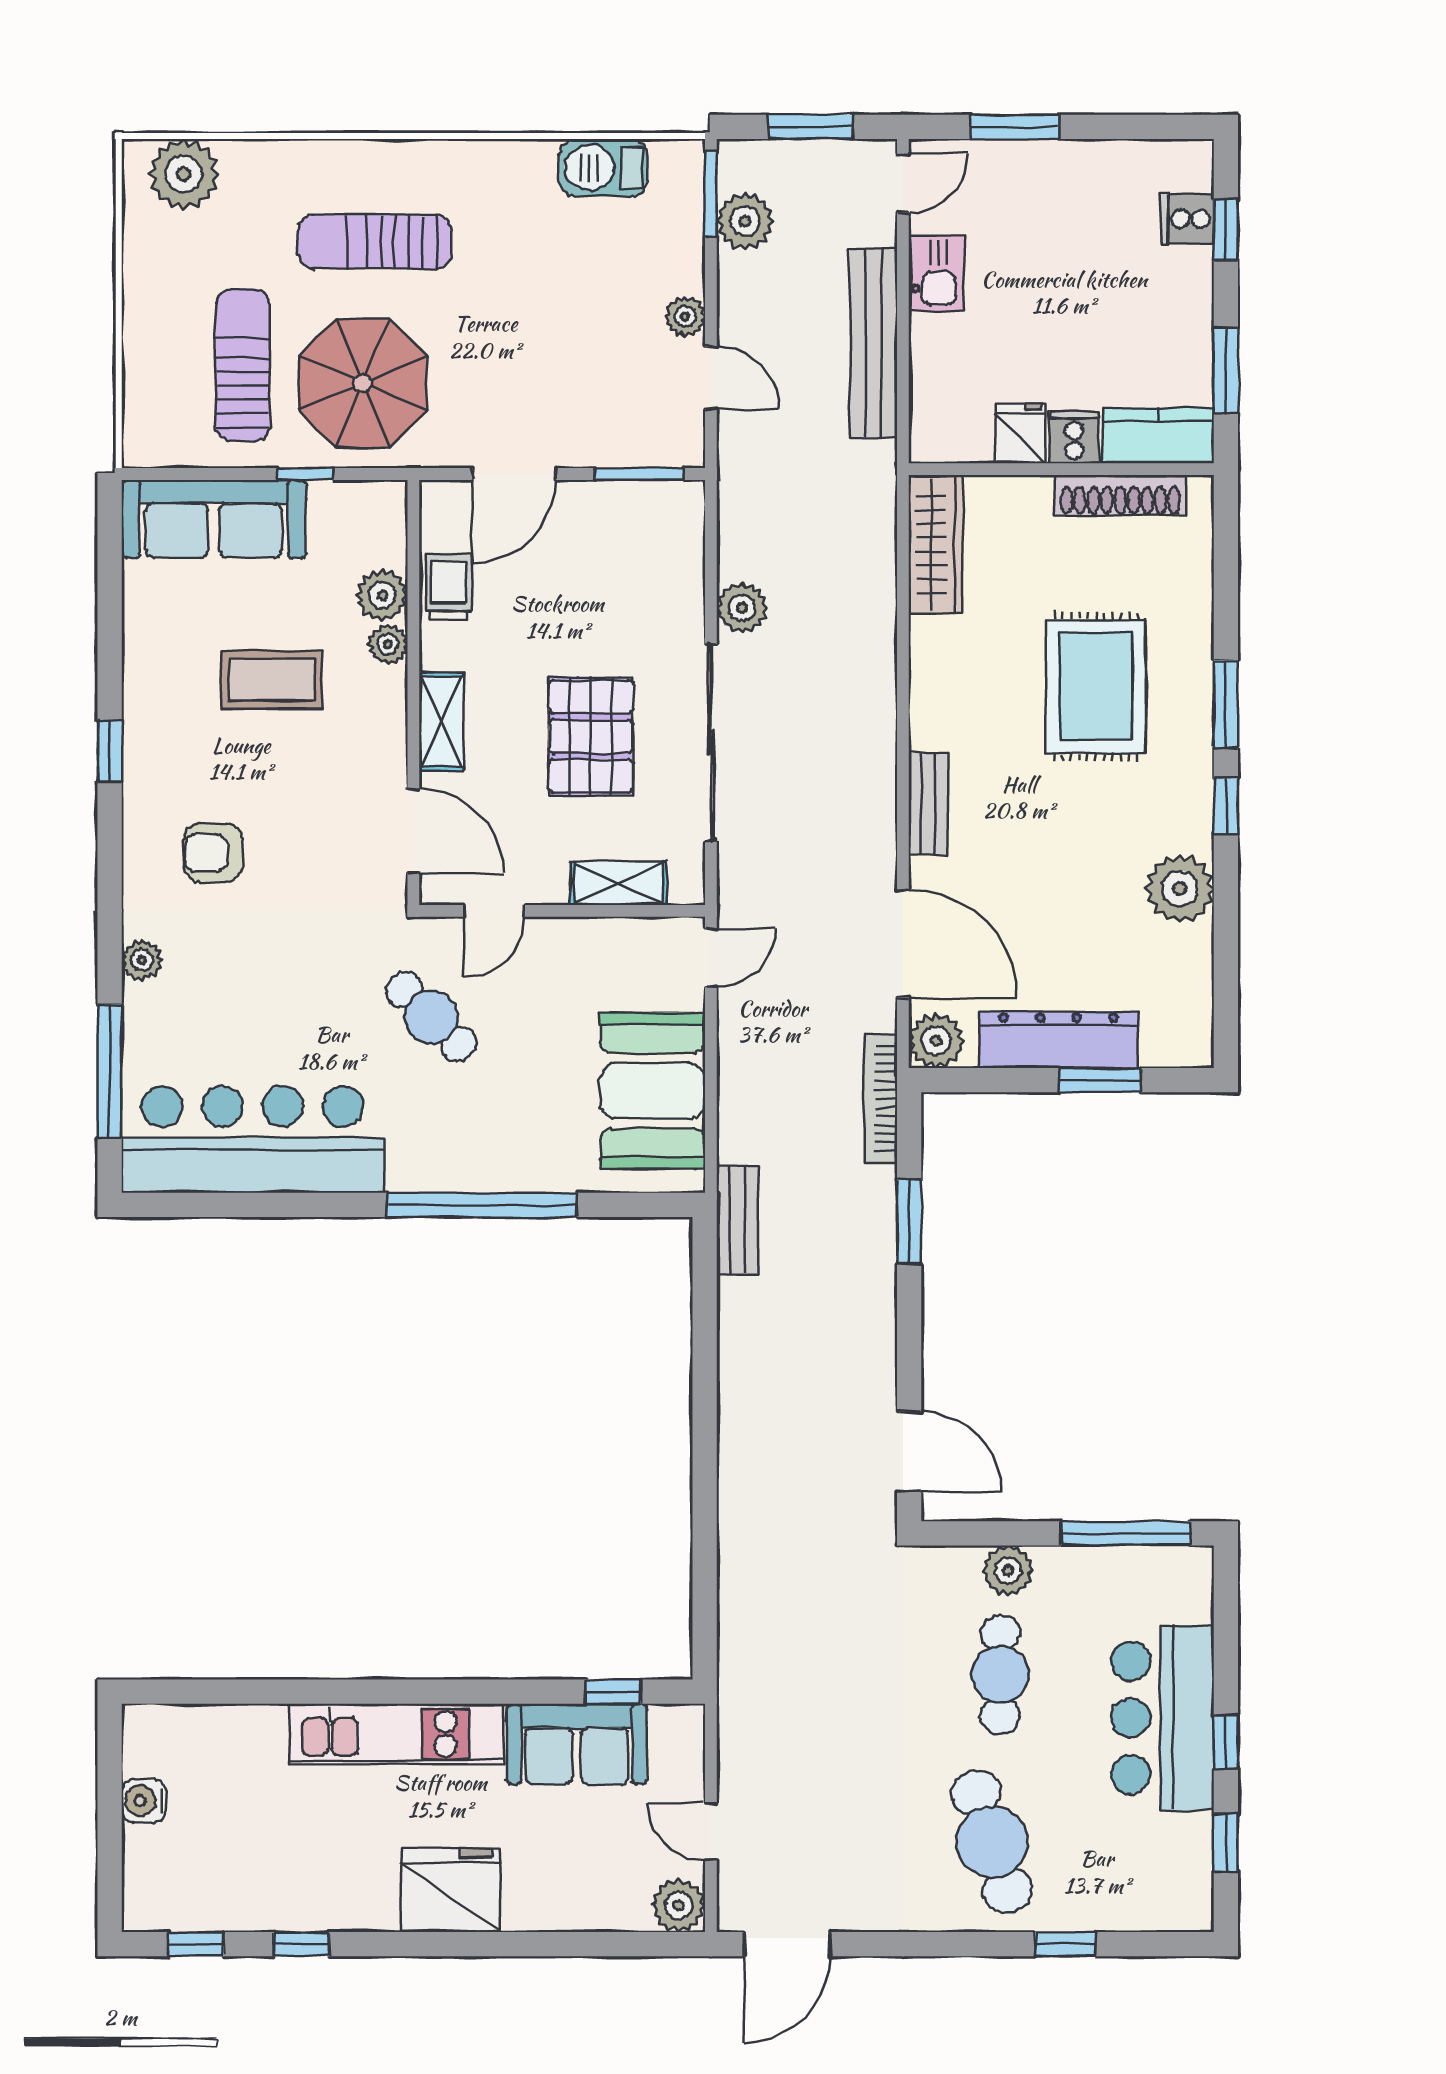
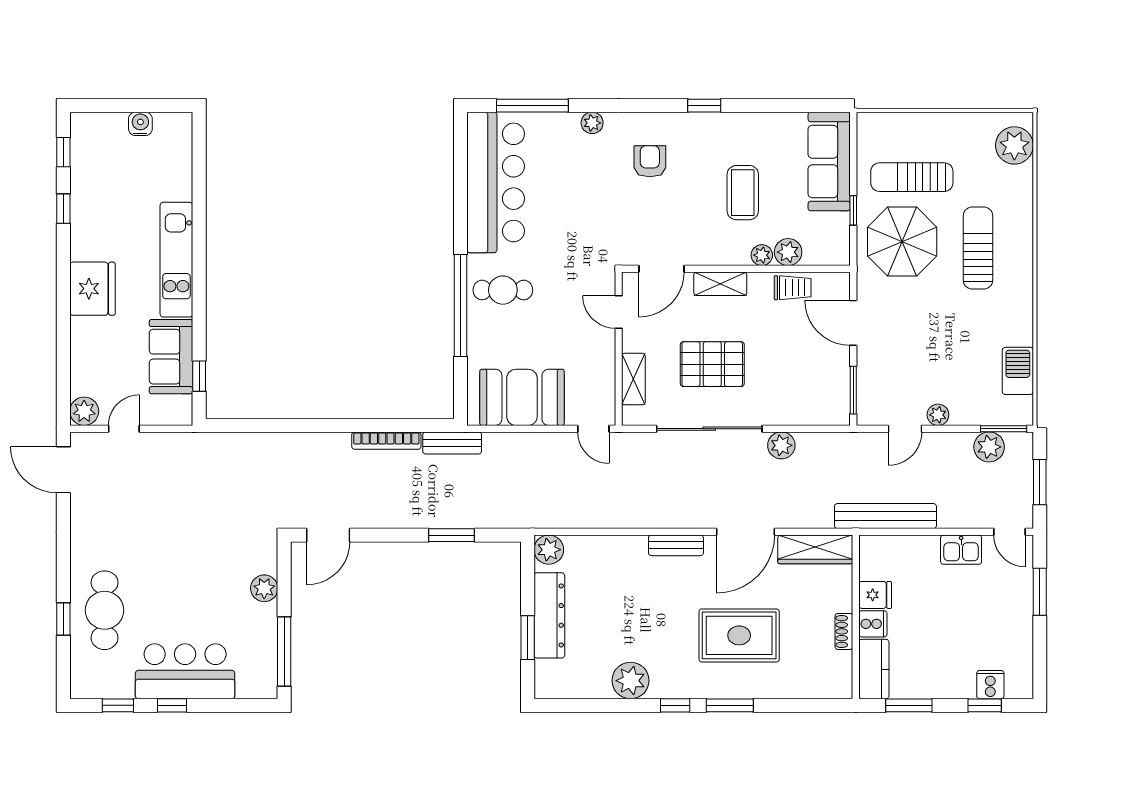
bench: (874, 343) -> (885, 516), moved
sun lounger: (243, 365) -> (912, 177), turned 180
shoe rack: (1120, 495) -> (844, 631), width x0.51, depth x0.81
door: (903, 943) -> (745, 532), moved
cafe table: (431, 1017) -> (503, 290), moved, turned 45
bookcase: (881, 1099) -> (386, 441), moved, turned 180
cafe table: (1000, 1675) -> (208, 584), removed
cafe table: (992, 1842) -> (105, 610), moved, turned -72

